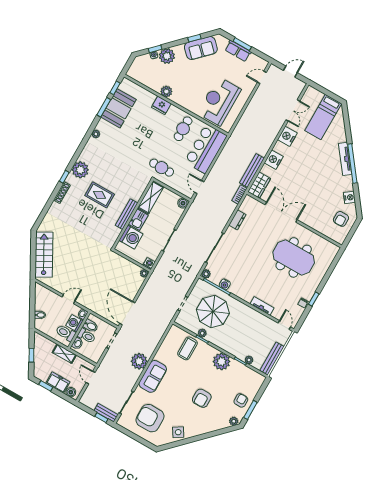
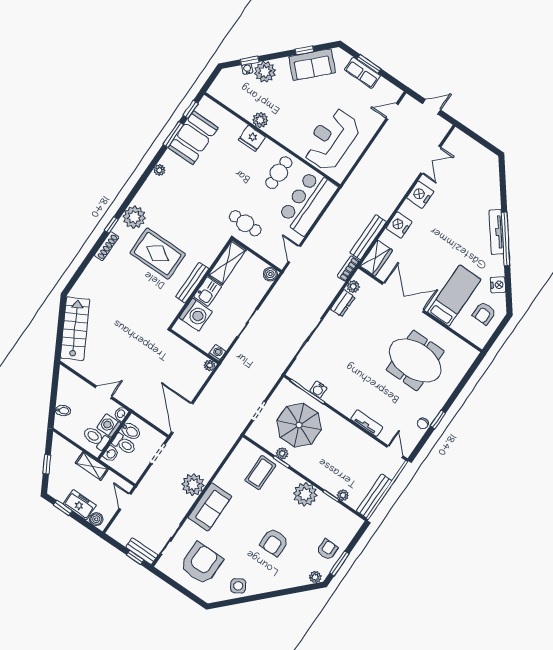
bed: (323, 117) -> (454, 296), moved, turned 180
rug: (100, 195) -> (158, 254), width x1.36, depth x1.43
plant: (206, 274) -> (353, 287), moved
armchair: (150, 418) -> (201, 563), turned 90

